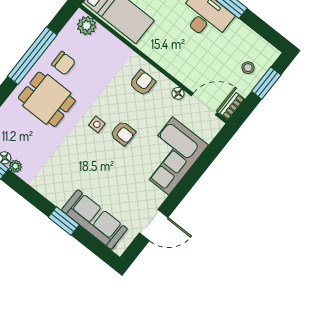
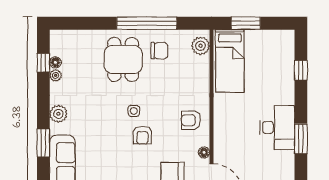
chair: (63, 63) -> (159, 51), turned -90
armchair: (142, 83) -> (191, 120), turned 180
plant: (49, 189) -> (58, 114), added

